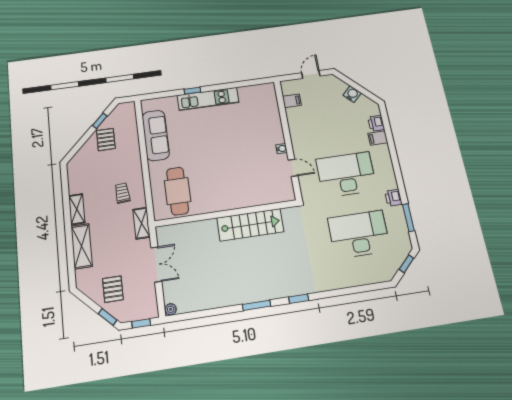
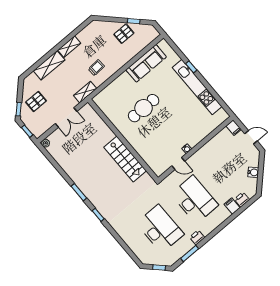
kitchen unit: (208, 99) -> (197, 87), width x1.36
filing cabinet: (292, 101) -> (234, 128), moved
door: (293, 168) -> (178, 164), hinge flipped
cafe table: (178, 191) -> (144, 108), moved

